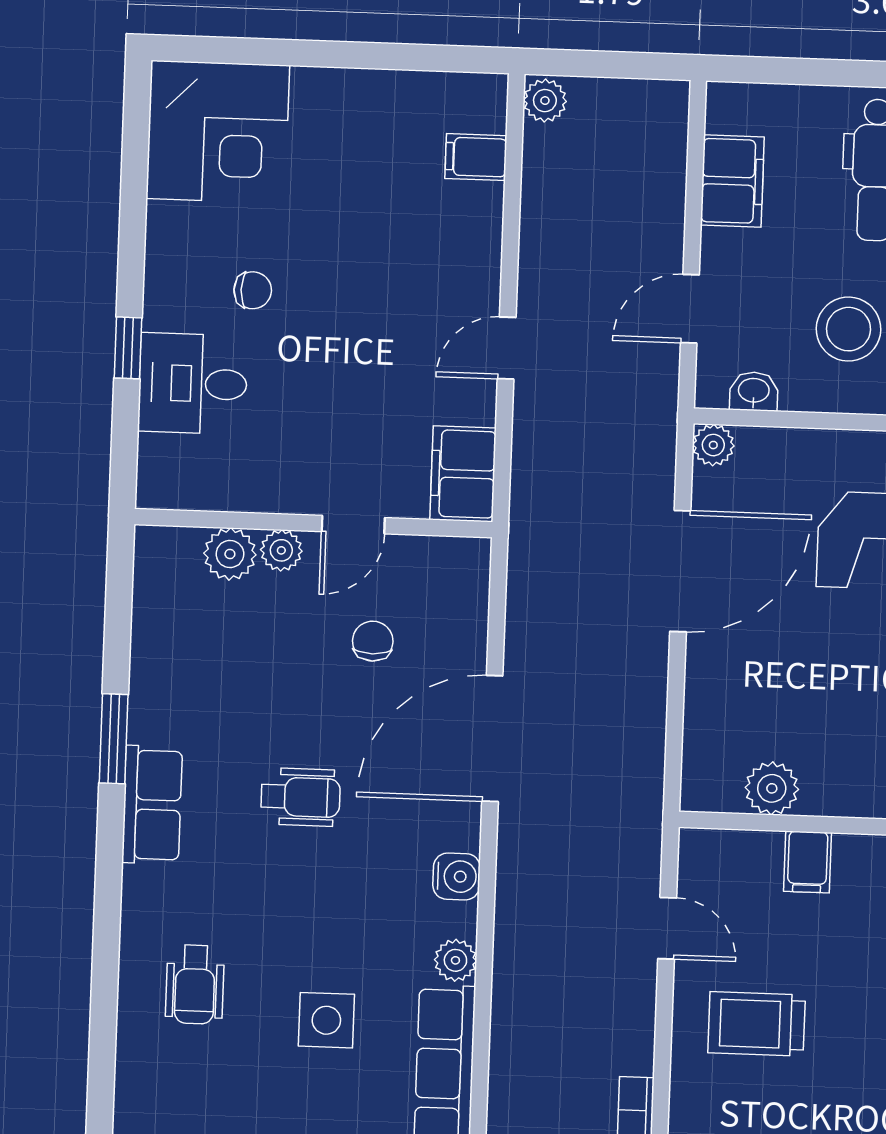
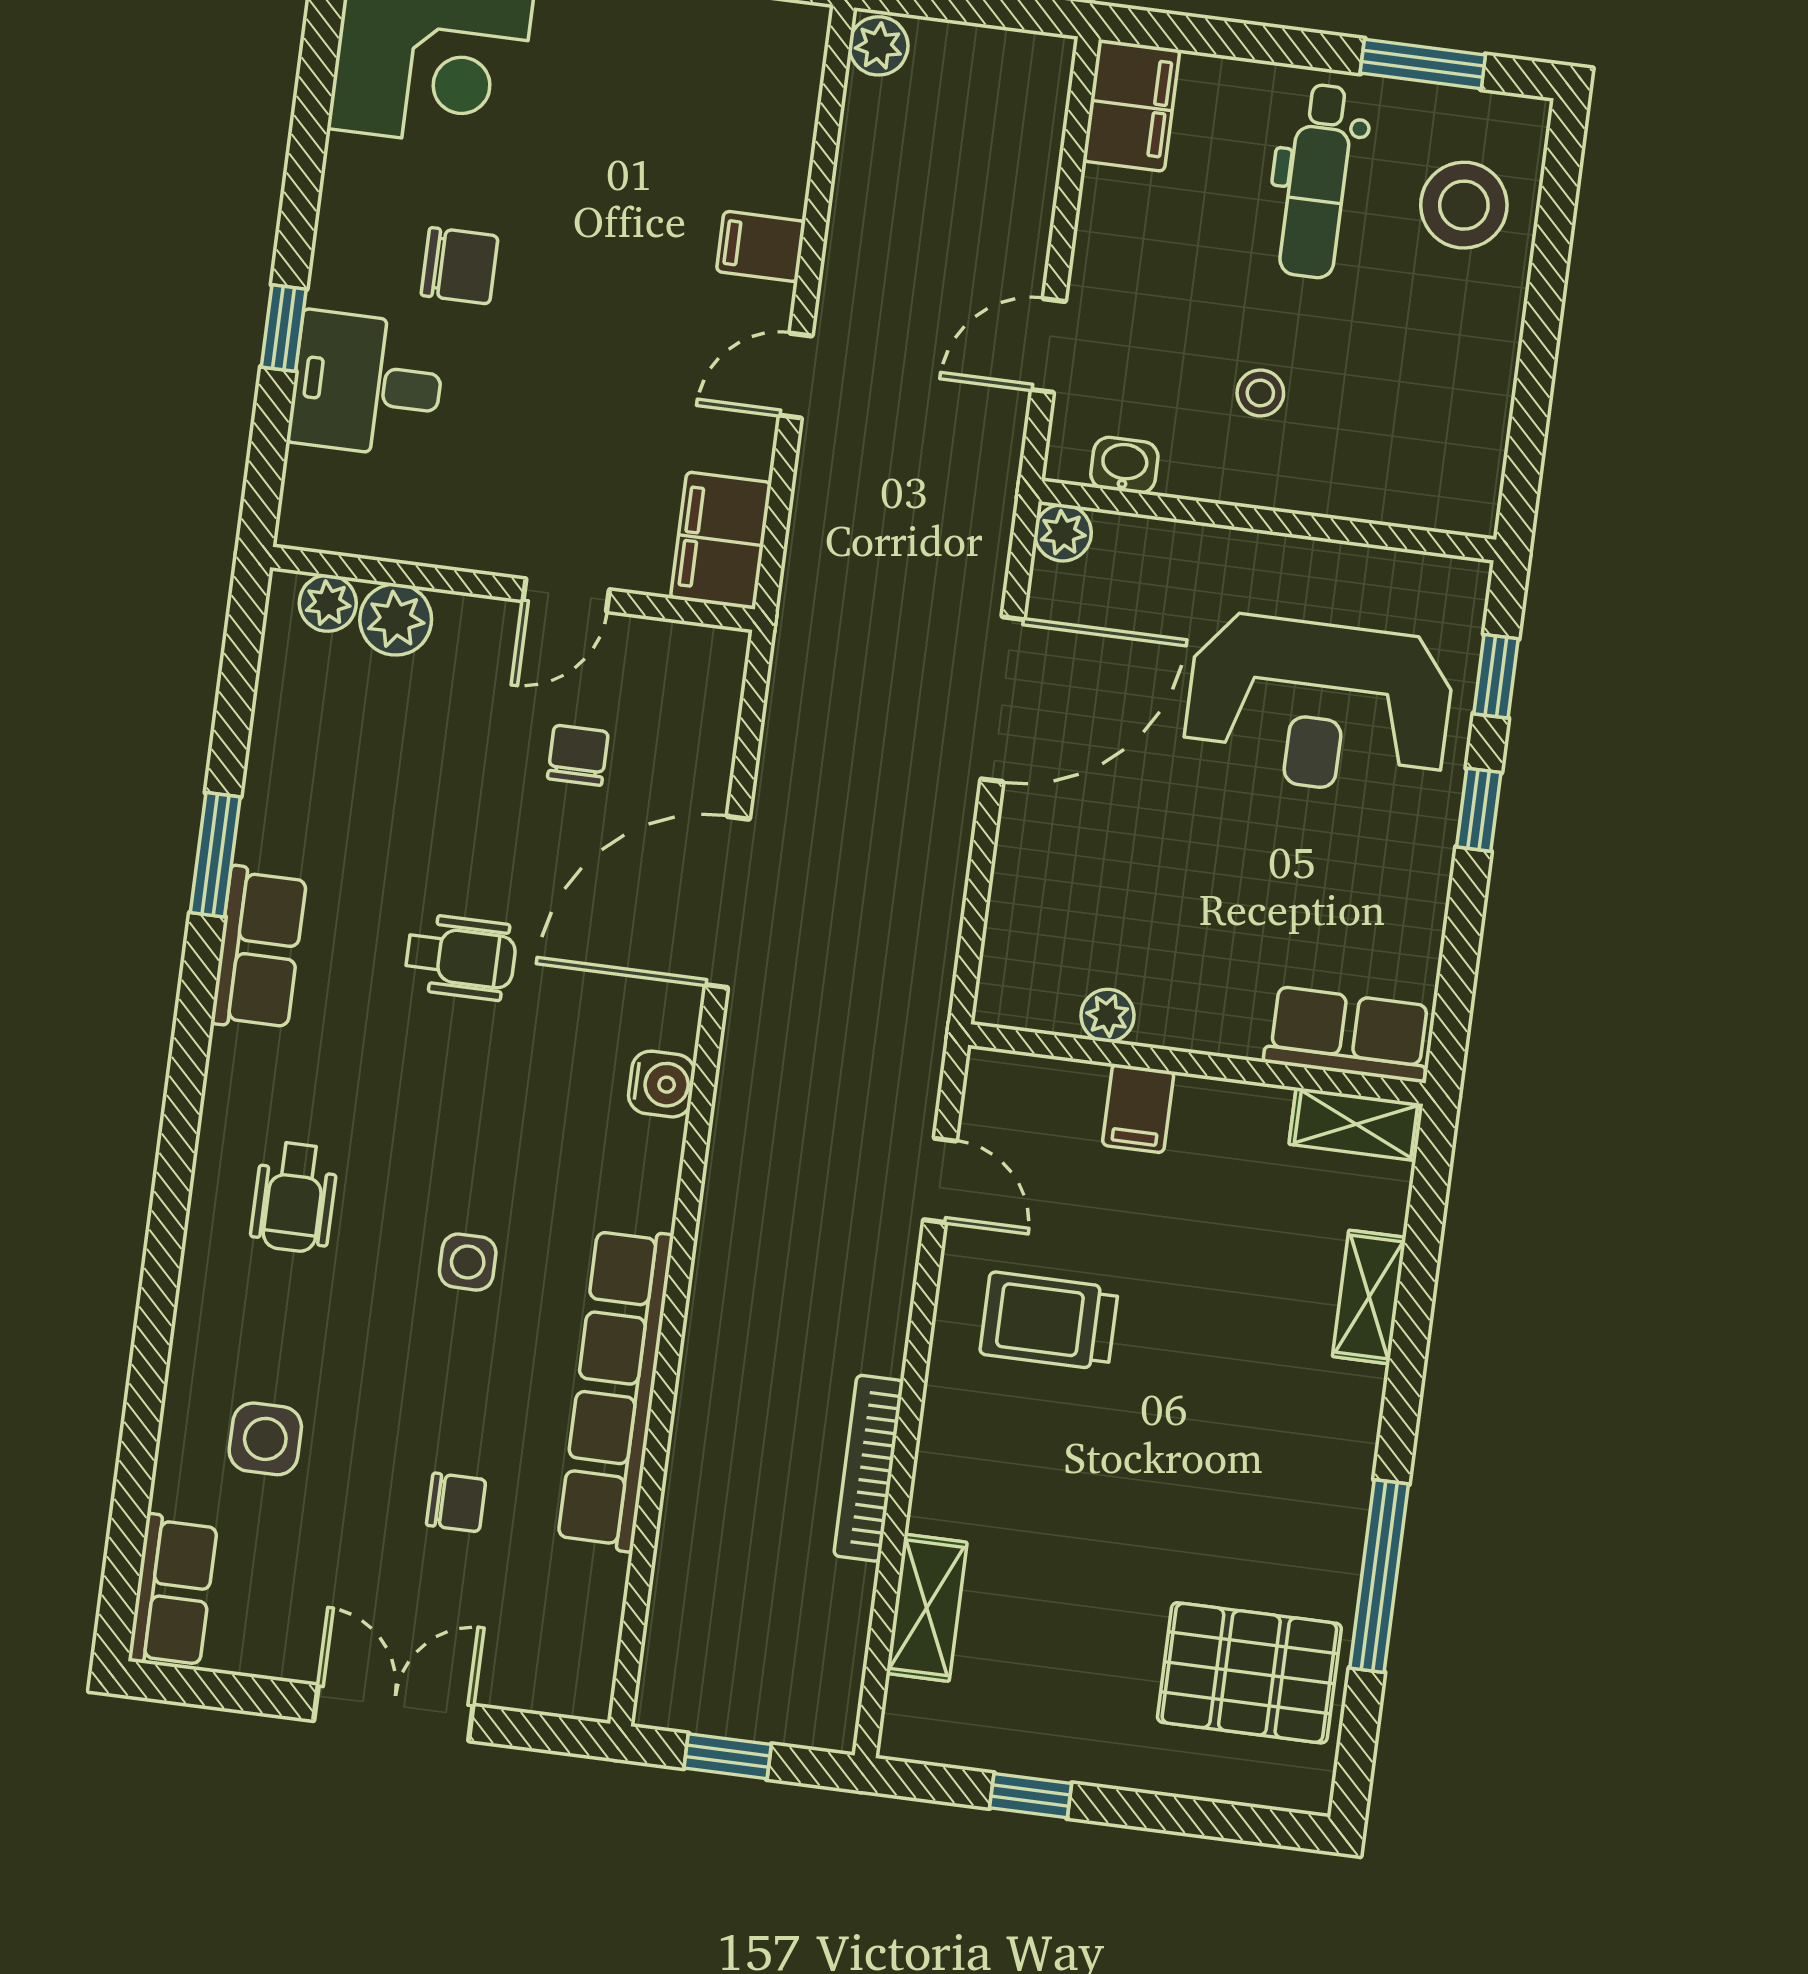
filing cabinet: (476, 157) -> (761, 246), moved
filing cabinet: (732, 181) -> (1131, 105), moved
chair: (253, 290) -> (460, 266), width x1.37, depth x1.37
stool: (849, 329) -> (1260, 393), width x0.53, depth x0.53
plant: (281, 550) -> (328, 603), moved
plant: (772, 788) -> (1108, 1016), width x0.73, depth x0.73
plant: (455, 960) -> (650, 1197), removed
side table: (326, 1020) -> (468, 1262), width x0.73, depth x0.73

